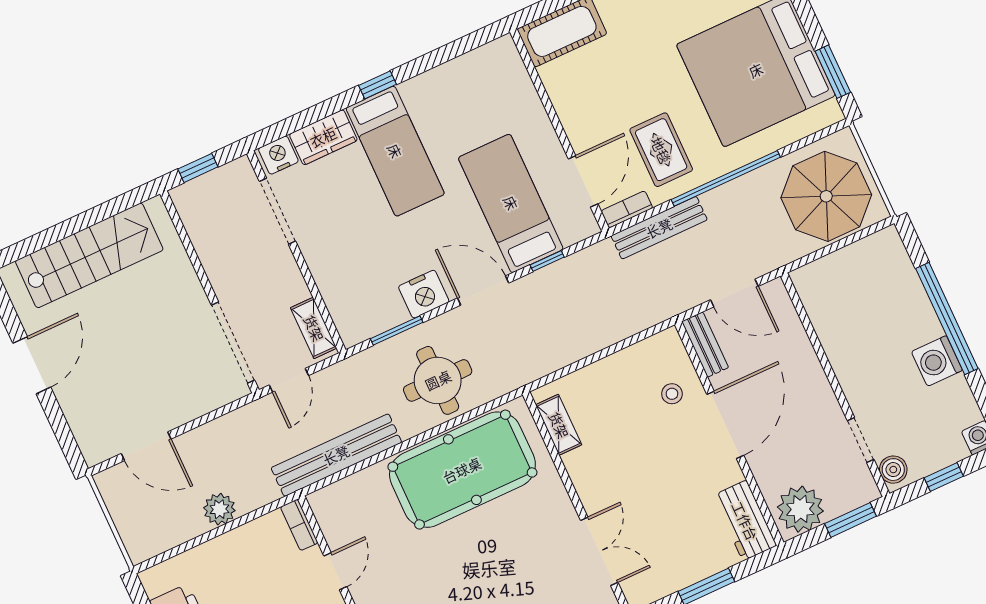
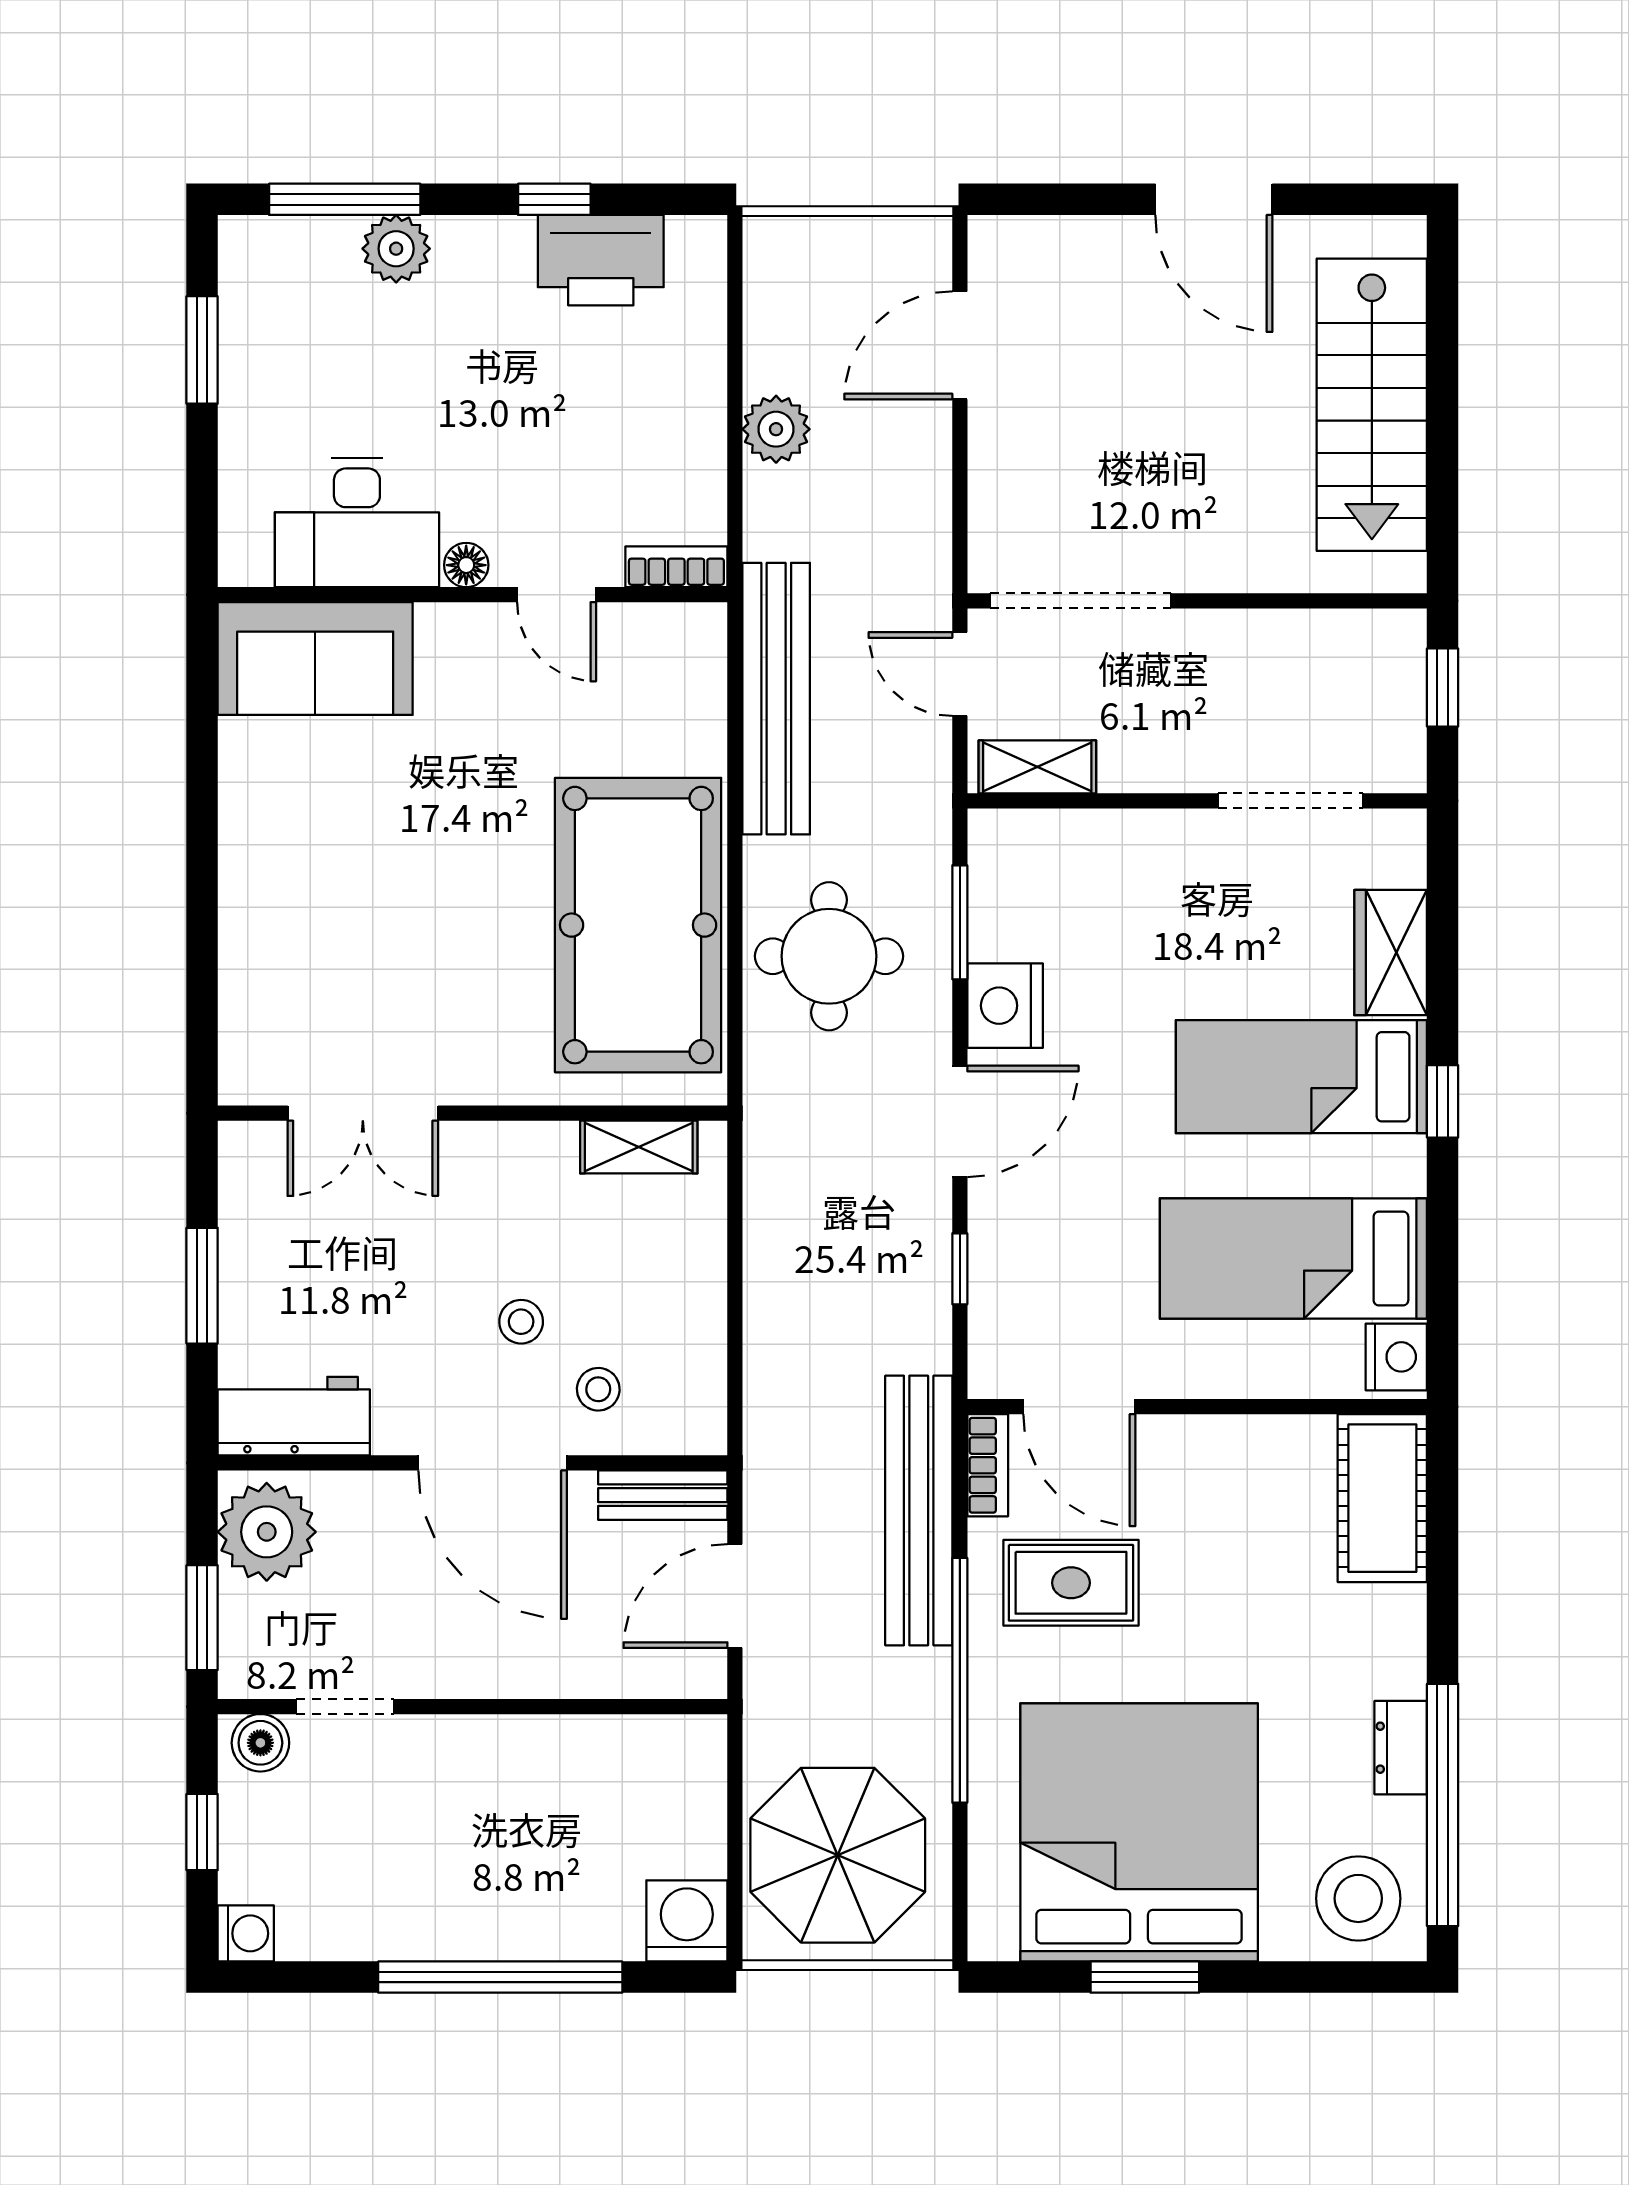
window: (833, 72) -> (1145, 1977), moved
nightstand: (278, 155) -> (1396, 1357), moved
bed: (511, 203) -> (1293, 1258), moved, turned 180
bench: (659, 228) -> (919, 1511), width x1.37, depth x1.21
washing machine: (937, 361) -> (687, 1921), moved
stool: (658, 441) -> (521, 1322), added

